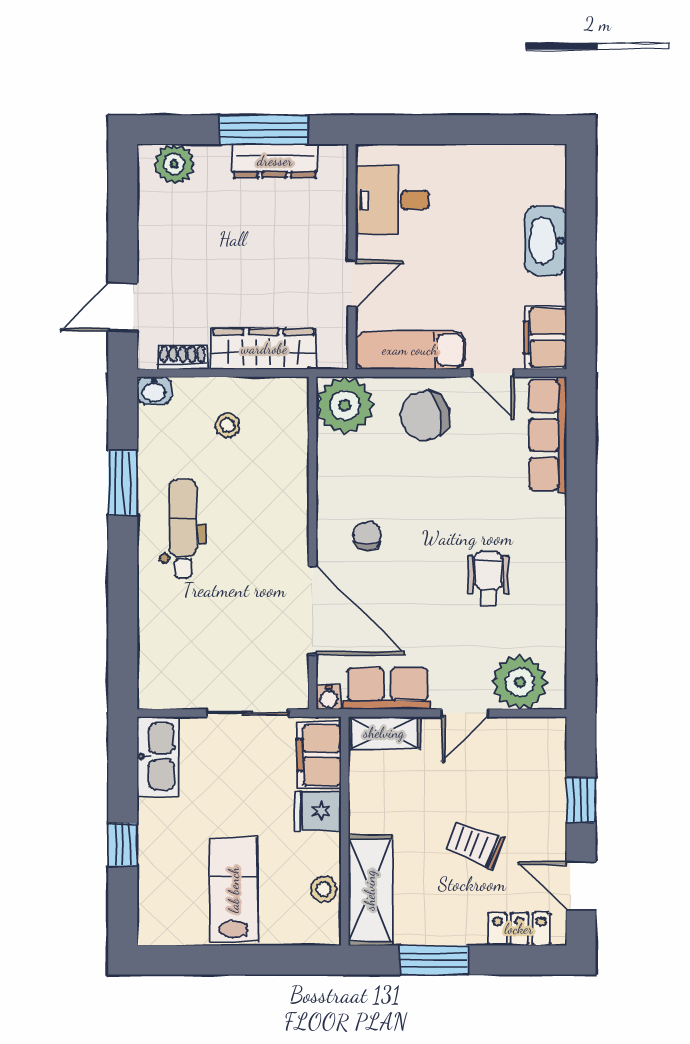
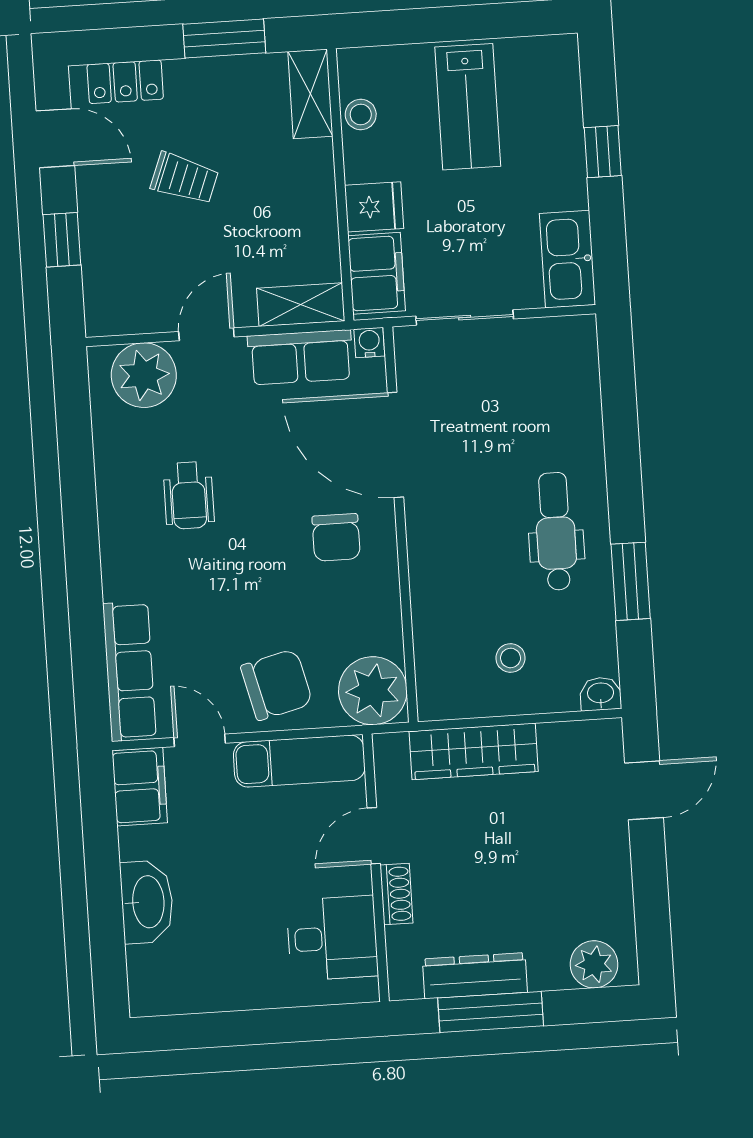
shoe rack: (182, 357) -> (396, 894), moved, turned -90
dental chair: (183, 529) -> (556, 531), turned 180
chair: (367, 536) -> (336, 537), width x1.37, depth x1.37
shelving: (370, 890) -> (310, 94), width x0.67, depth x0.75

